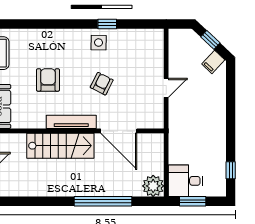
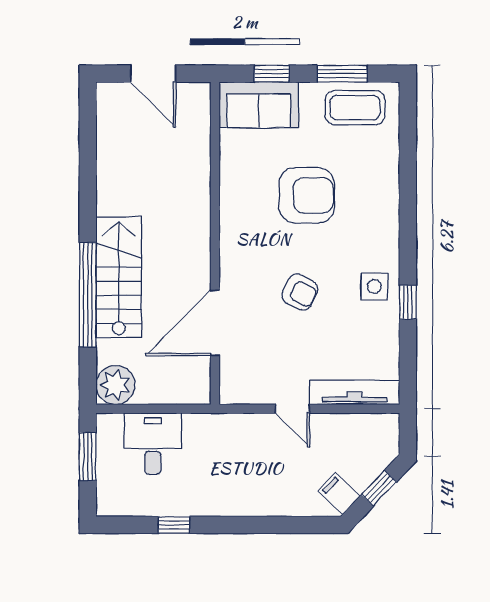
armchair: (48, 80) -> (307, 195), width x1.36, depth x1.36
tv unit: (71, 122) -> (355, 392), moved, turned -90
stairs: (60, 146) -> (119, 277), moved, turned 180
window: (231, 170) -> (174, 525), moved
desk: (186, 181) -> (153, 444), moved

